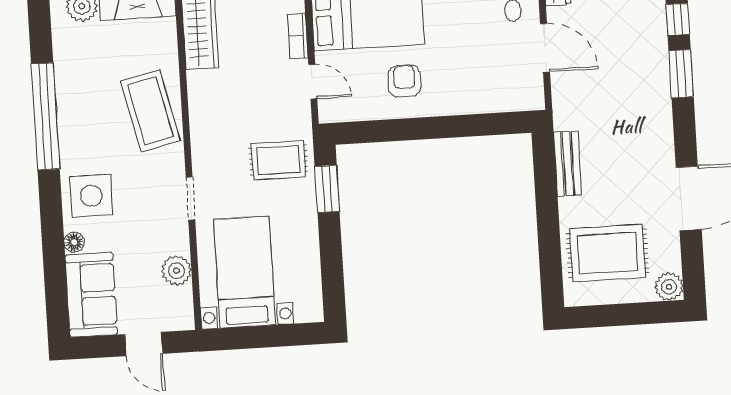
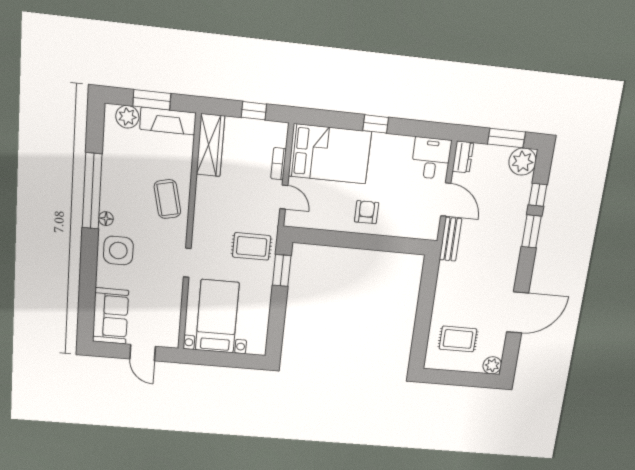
armchair: (404, 81) -> (367, 212), moved
coffee table: (150, 111) -> (167, 199), width x0.73, depth x0.76
bench: (568, 164) -> (450, 239), moved
floor lamp: (74, 242) -> (106, 219), moved
rug: (608, 253) -> (458, 339), width x0.73, depth x0.70
plant: (176, 271) -> (171, 309), removed

